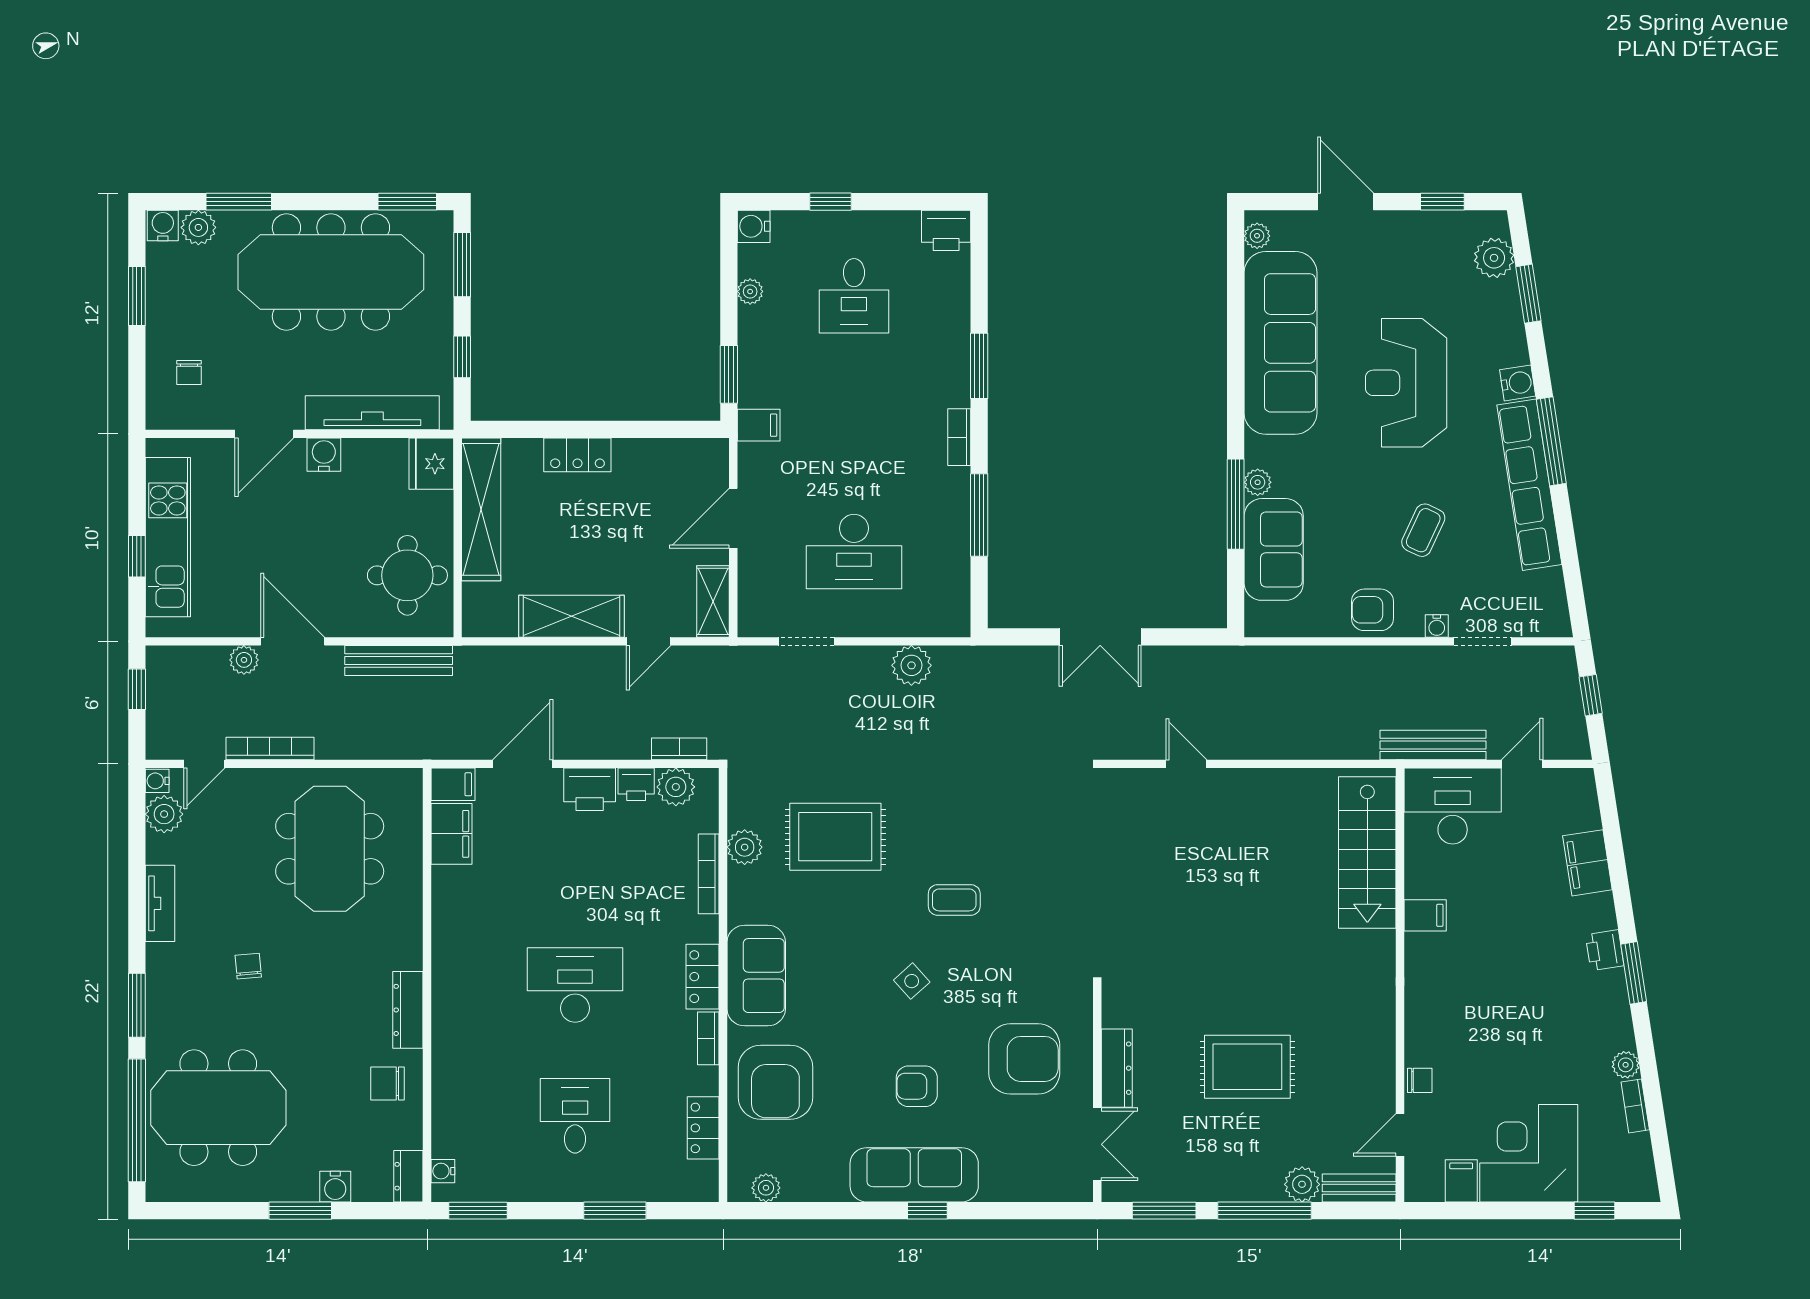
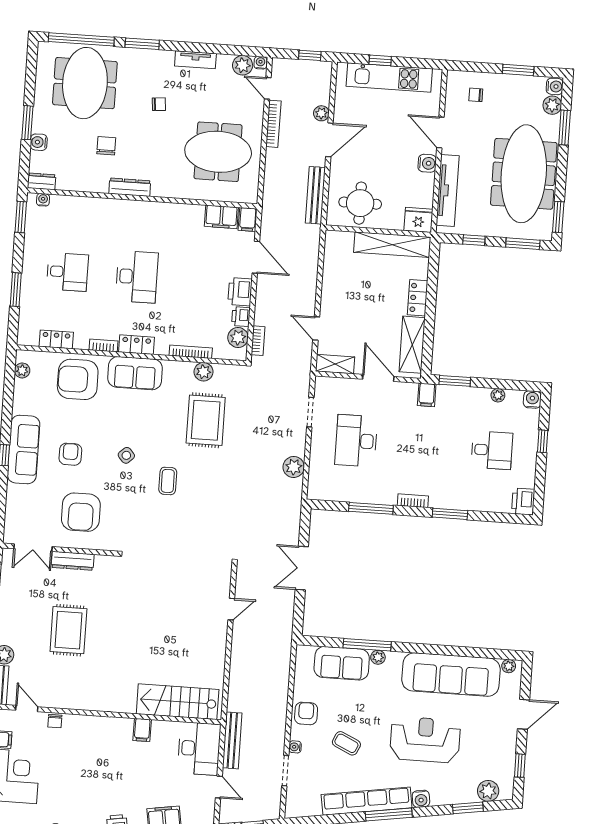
desk: (854, 296) -> (492, 450), turned 180
shelving: (572, 616) -> (412, 345), moved
chair: (387, 1083) -> (106, 146), moved

